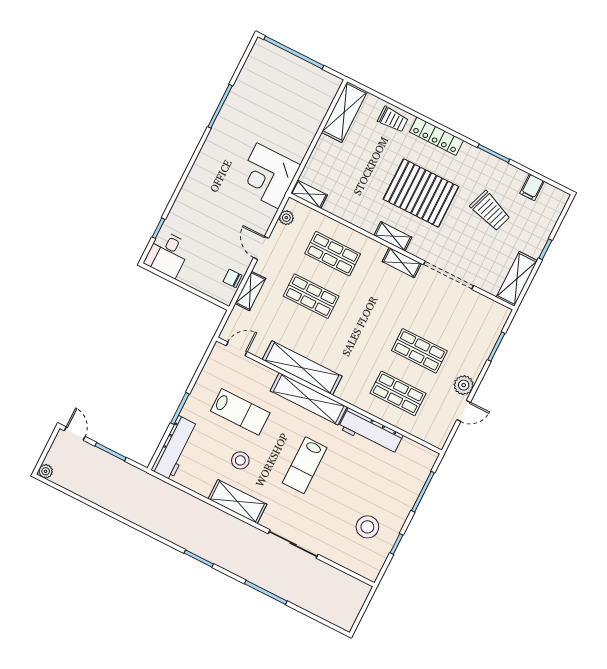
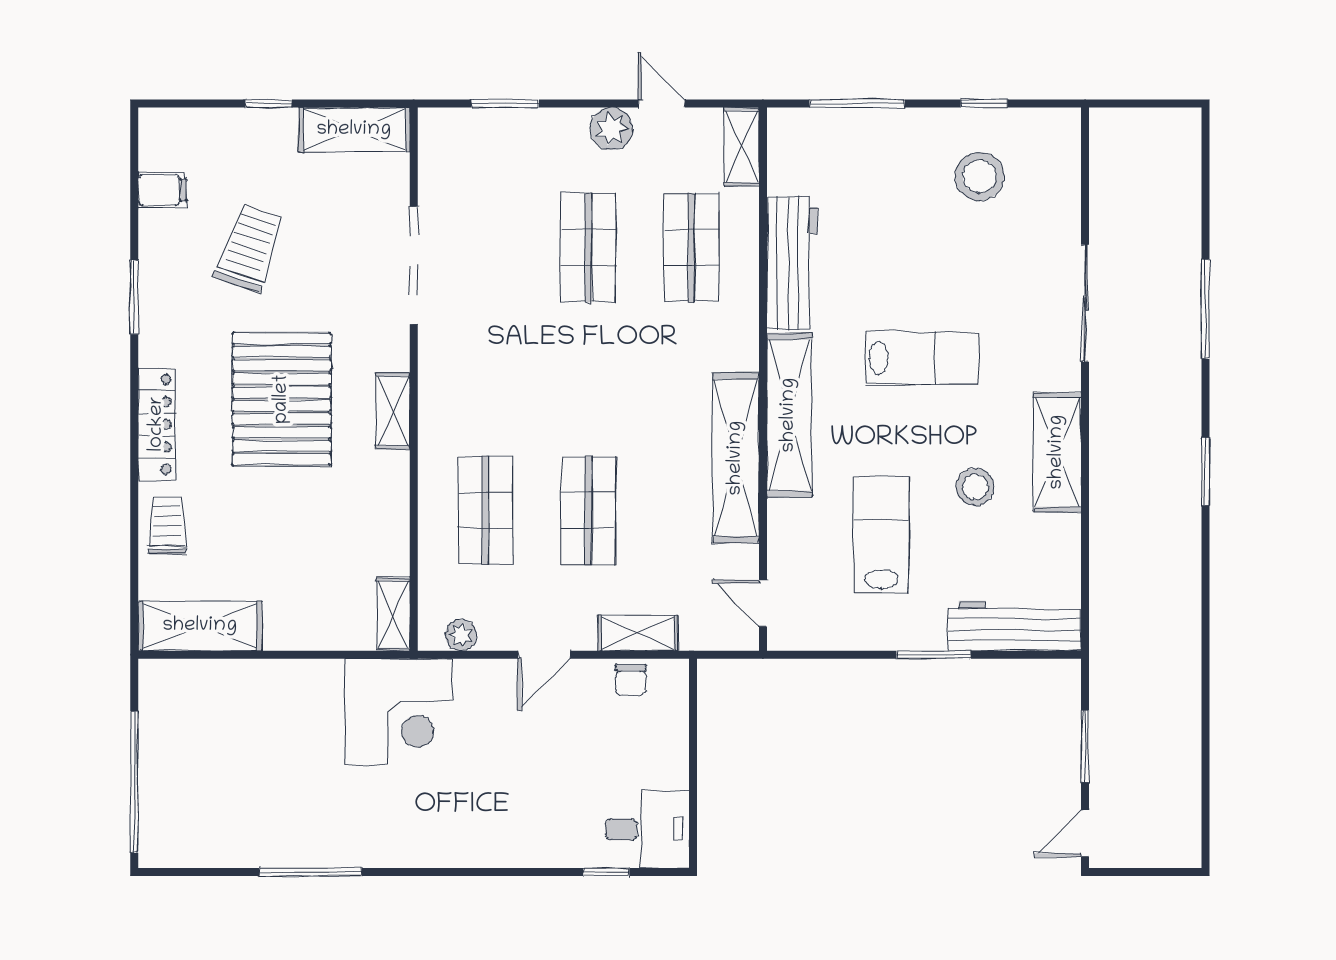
shelving: (402, 263) -> (742, 146), moved
plant: (46, 471) -> (1186, 853), removed

